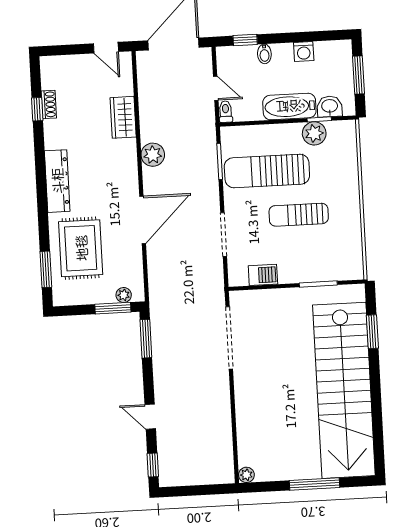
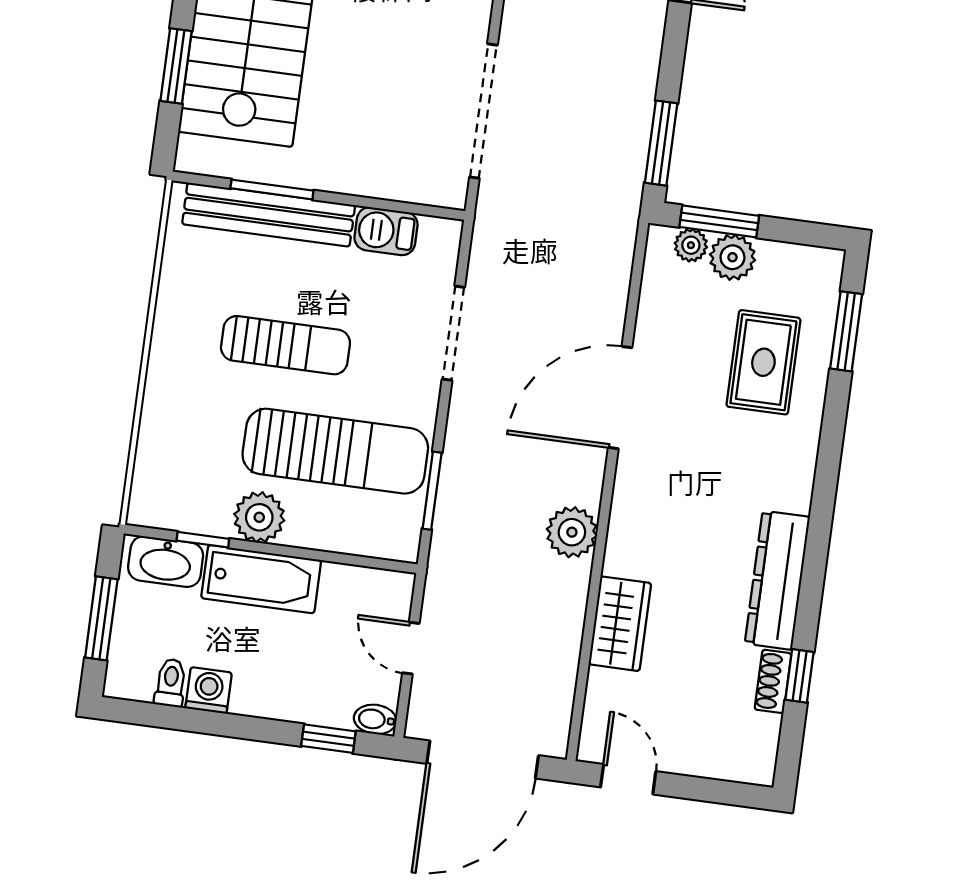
bidet: (264, 54) -> (375, 719), moved, turned -90
washbasin: (330, 106) -> (166, 562), width x1.38
toilet: (226, 112) -> (171, 683), moved, turned 180
plant: (314, 133) -> (259, 517), moved
dresser: (57, 181) -> (777, 580), moved
rug: (81, 248) -> (763, 362), width x0.73, depth x0.70
bench: (318, 272) -> (269, 215), added
plant: (104, 293) -> (732, 257), added

